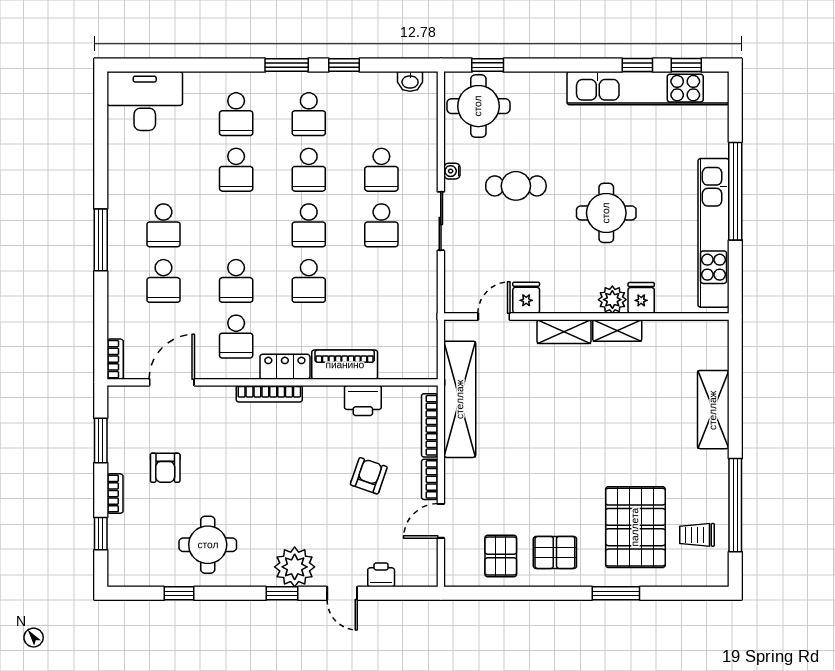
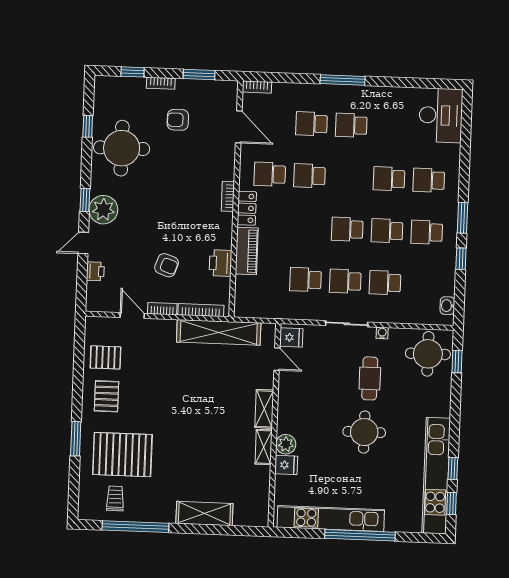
round table: (606, 213) -> (364, 432), moved
school desk: (309, 281) -> (306, 280), moved
fridge: (526, 298) -> (291, 337), moved
bookcase: (269, 394) -> (228, 196), width x0.64
round table: (208, 545) -> (122, 148), width x1.36, depth x1.36

